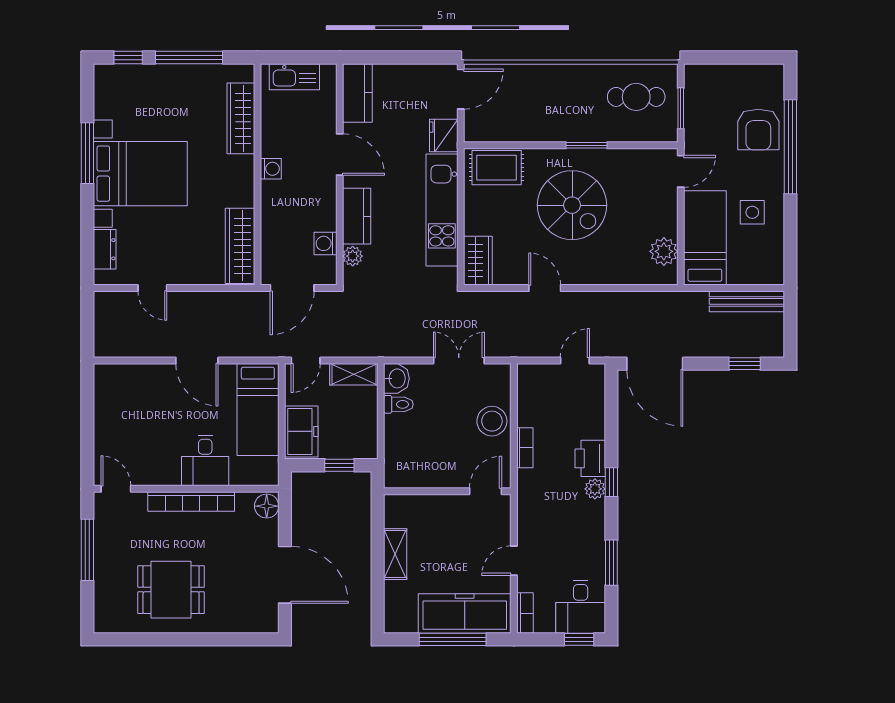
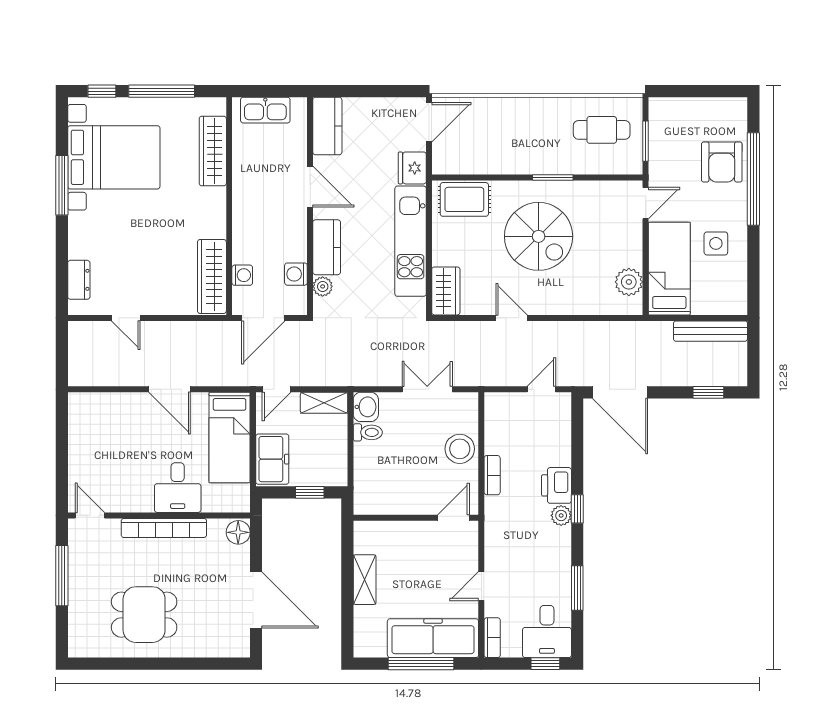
washing machine: (271, 169) -> (242, 275), moved
bed with nightstands: (140, 174) -> (114, 157), moved

